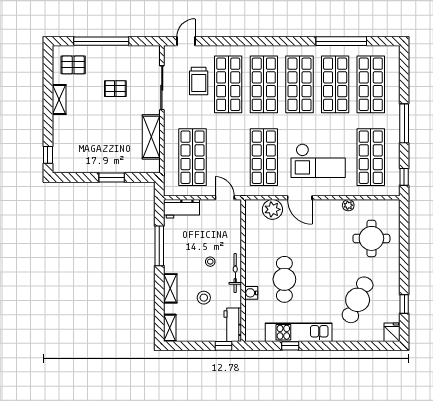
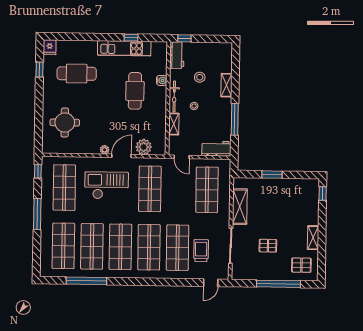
door: (300, 198) -> (122, 156), hinge flipped
plant: (348, 205) -> (105, 150), moved
cafe table: (358, 300) -> (77, 74), turned 65
shelving: (170, 328) -> (174, 124), moved

